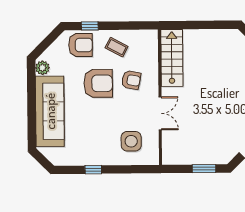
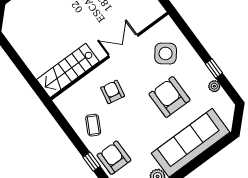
armchair: (98, 83) -> (169, 97), moved
side table: (131, 141) -> (166, 53), turned 38
plant: (80, 160) -> (214, 86), added

